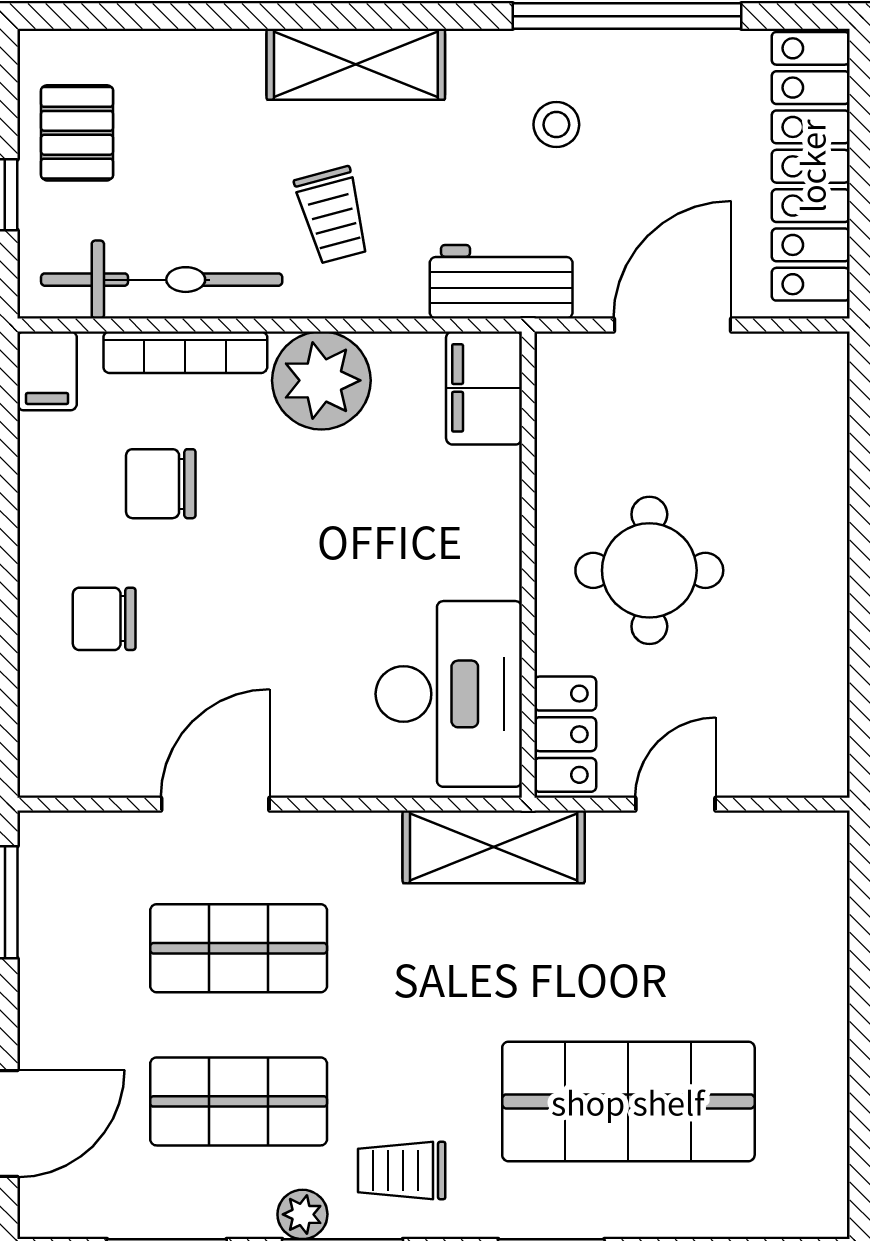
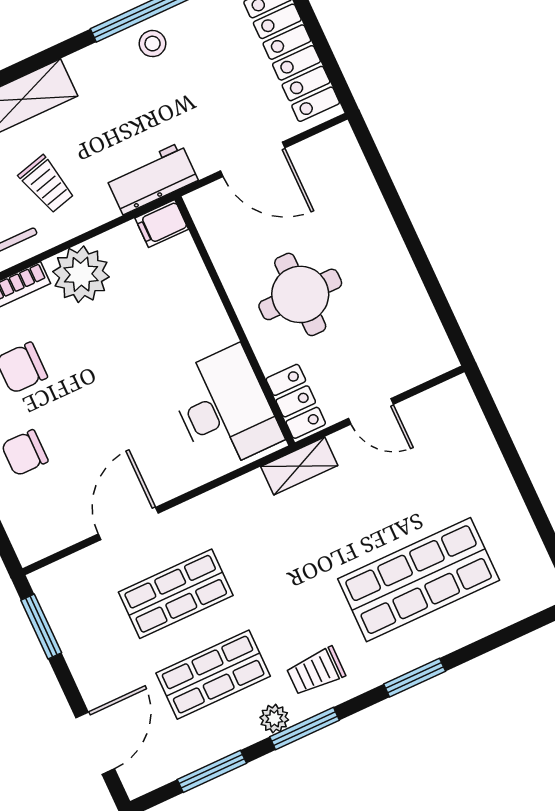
stool: (556, 125) -> (153, 44), moved
door: (672, 325) -> (253, 159), swing flipped
filing cabinet: (484, 388) -> (162, 224), width x0.50
door: (675, 804) -> (371, 411), swing flipped
shelving: (494, 847) -> (299, 466), width x0.67, depth x0.75

